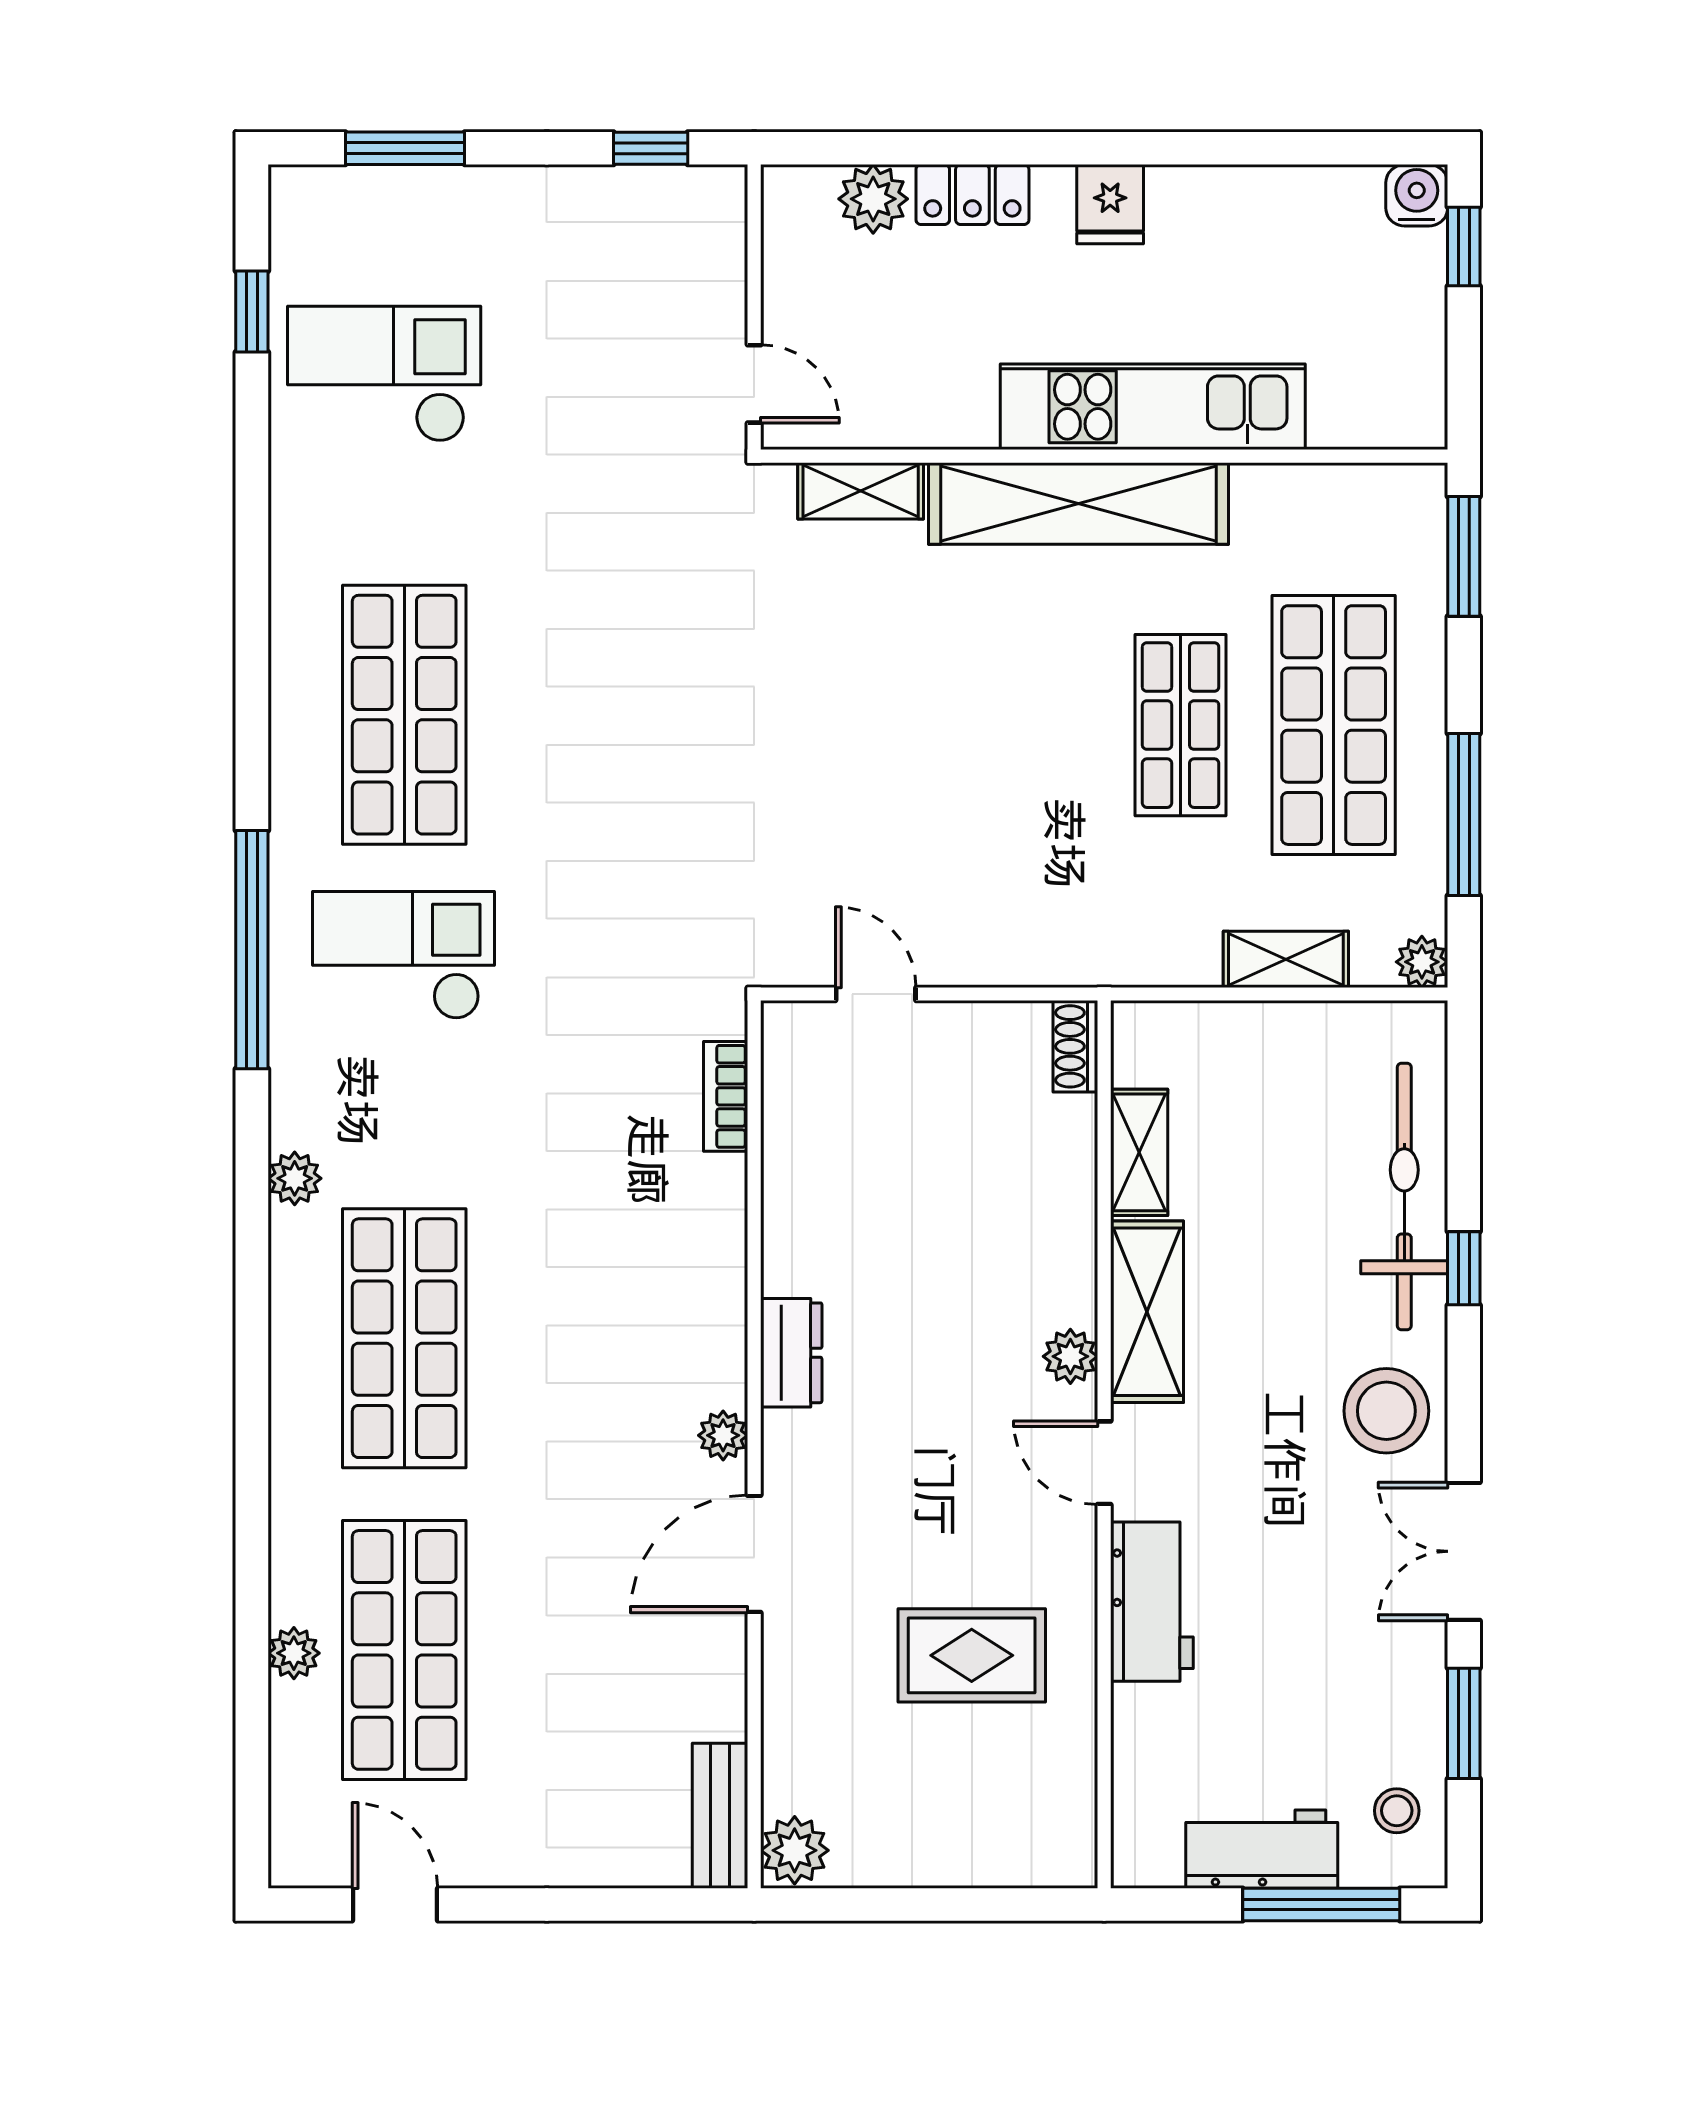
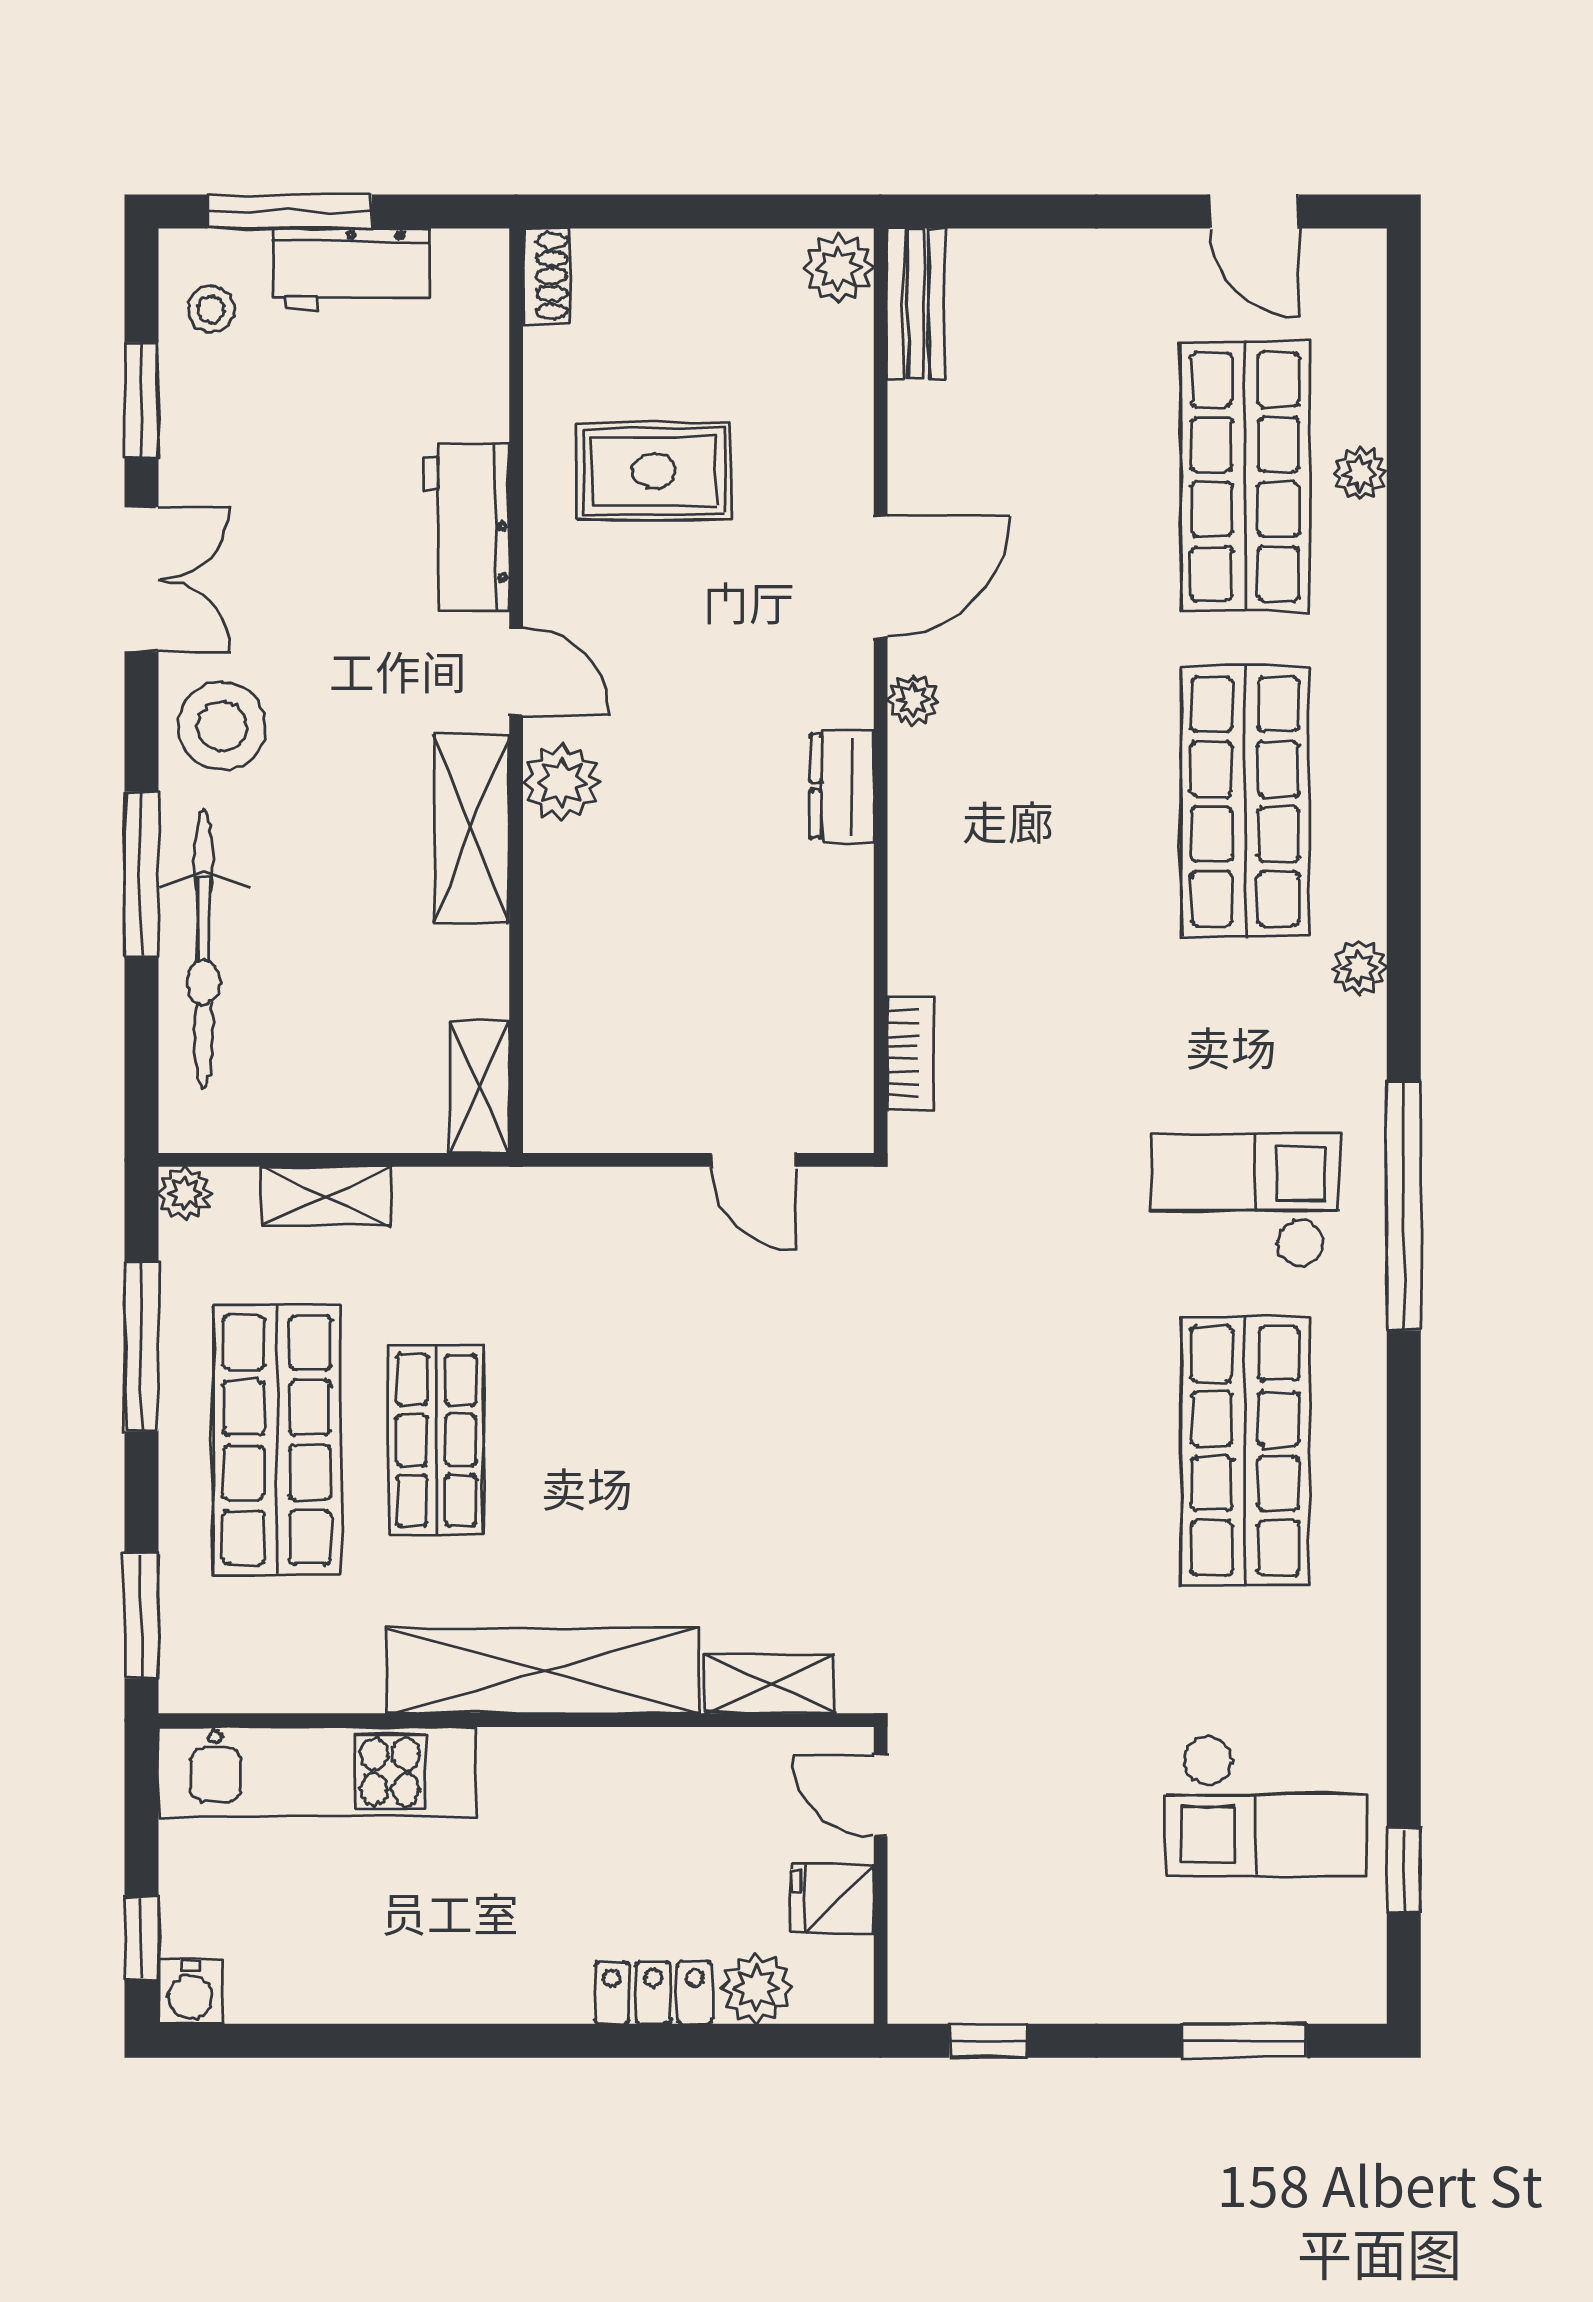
fridge: (1110, 204) -> (832, 1899), moved, turned -90
kitchen unit: (1153, 407) -> (317, 1772), moved
checkout: (404, 955) -> (1246, 1200), turned 180
shoe rack: (1075, 1046) -> (546, 276), moved
shelving: (1139, 1152) -> (480, 1087), moved
window: (1464, 1268) -> (141, 874), width x2.17
plant: (1070, 1356) -> (562, 782), width x1.38, depth x1.38

